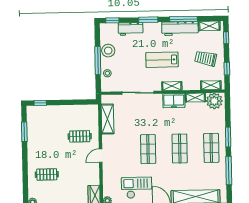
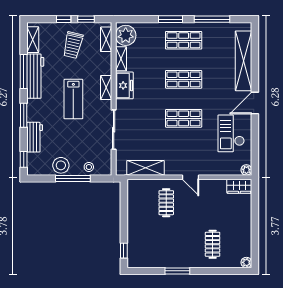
window: (226, 38) -> (64, 19), moved
window: (24, 132) -> (177, 271), moved

